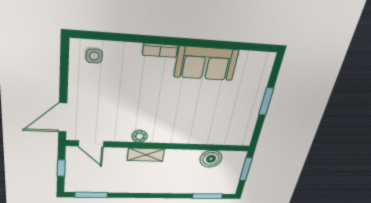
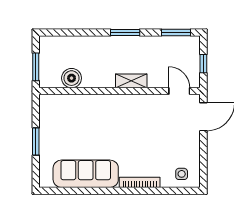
bookcase: (160, 50) -> (140, 182), width x1.56
sofa: (206, 63) -> (86, 174), width x1.36
plant: (140, 136) -> (139, 101), removed
window: (208, 196) -> (125, 33), moved

